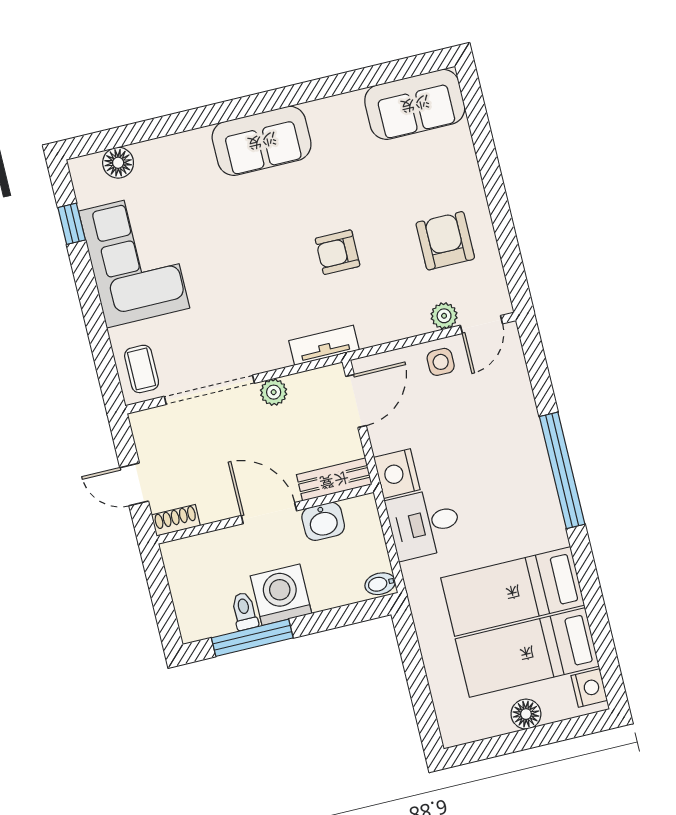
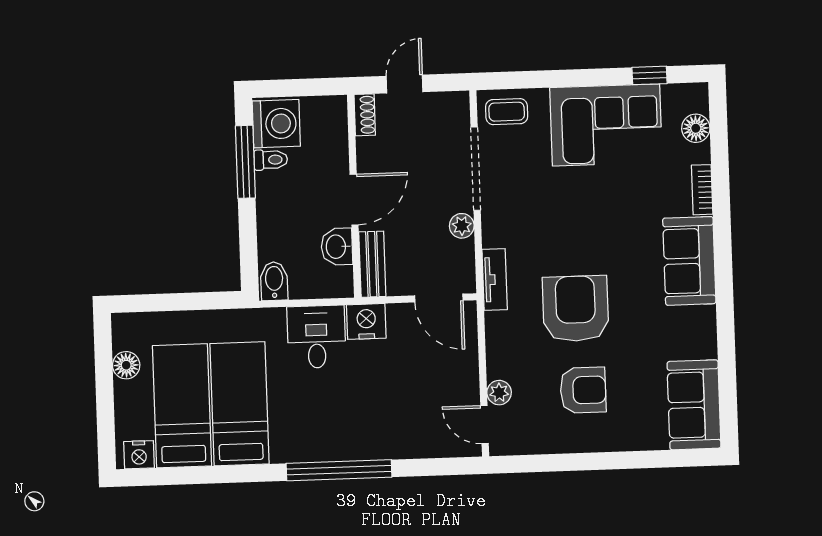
bookcase: (183, 143) -> (702, 190), added
armchair: (445, 241) -> (583, 390), moved
armchair: (338, 252) -> (576, 309), width x1.88, depth x1.88
side table: (441, 362) -> (458, 381), removed
bidet: (380, 584) -> (274, 281), width x1.38, depth x1.36
washing machine: (281, 595) -> (276, 124), moved
floor lamp: (526, 714) -> (126, 365), moved

